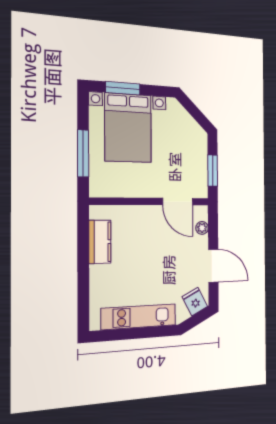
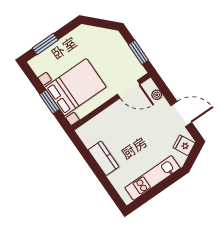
bed with nightstands: (128, 128) -> (75, 87), moved, turned -90
window: (83, 153) -> (49, 102), width x0.69
kitchen counter: (100, 242) -> (103, 158), moved

